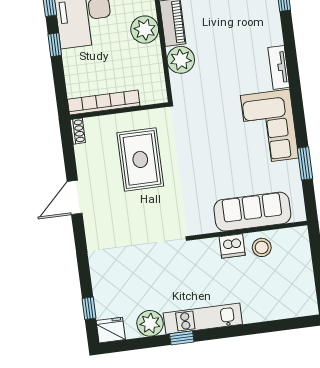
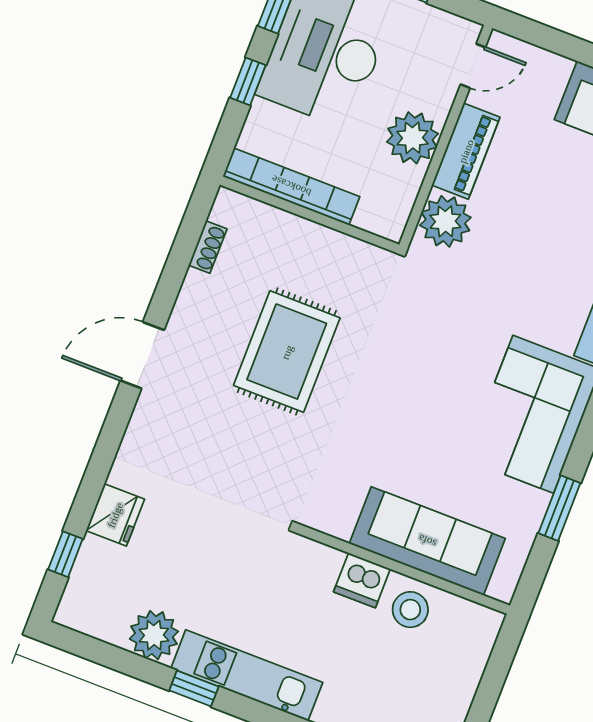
bookcase: (104, 103) -> (291, 186), moved
wall: (119, 111) -> (309, 215), moved
fridge: (111, 330) -> (115, 515), moved, turned 90

